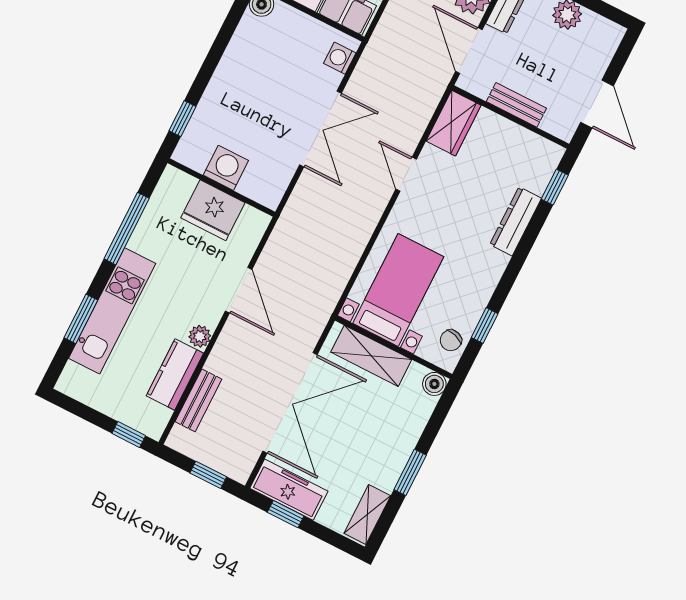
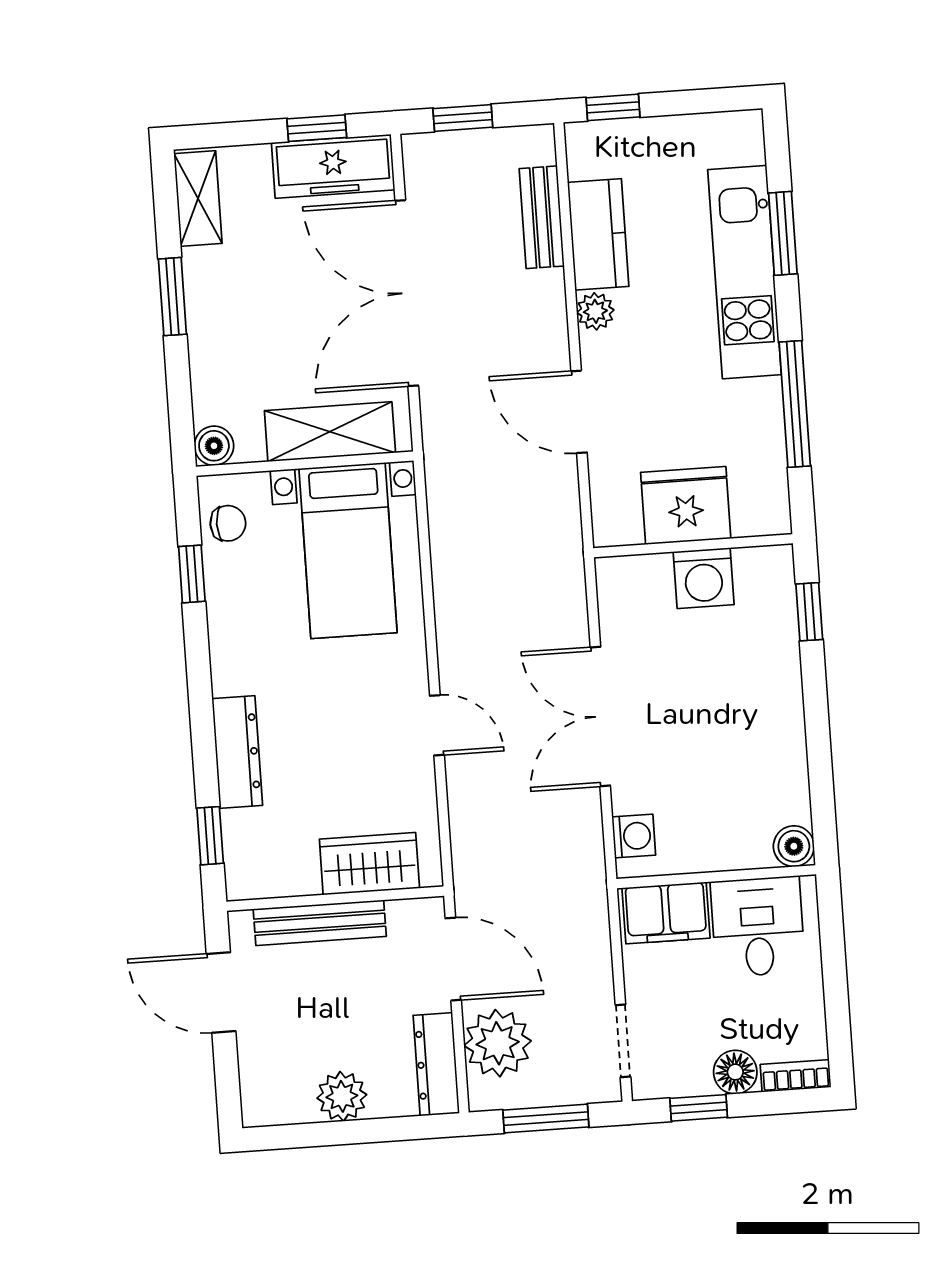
bench: (516, 105) -> (320, 923), width x1.36
wardrobe: (454, 123) -> (369, 864), moved, turned 90
chair: (451, 340) -> (228, 523), turned 72

